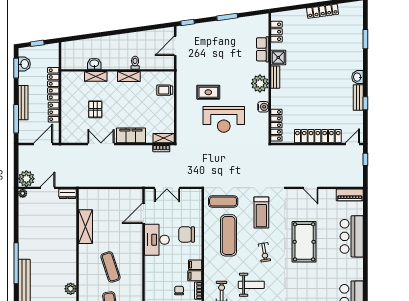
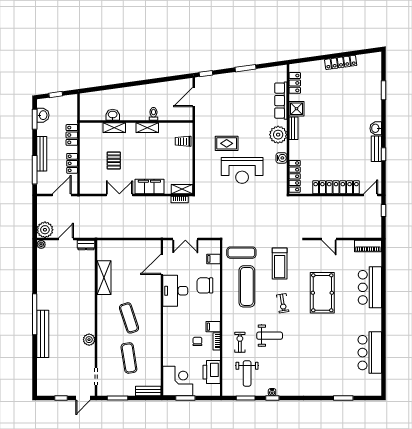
row of seats: (263, 49) -> (281, 101), width x1.48
locker: (53, 84) -> (72, 135), width x0.66
filing cabinet: (195, 265) -> (213, 259), moved

